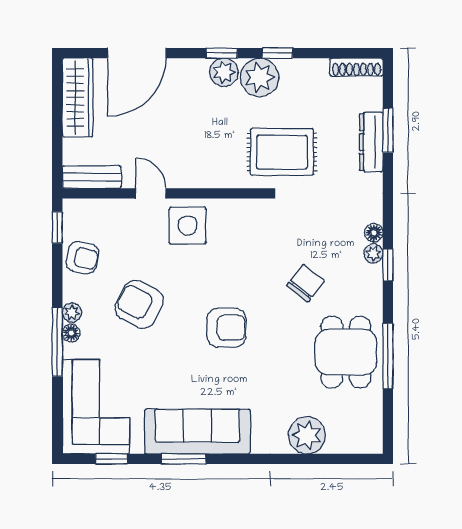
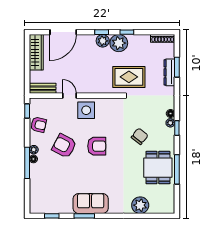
armchair: (226, 328) -> (97, 146), moved
corner sofa: (96, 407) -> (45, 192), removed
sofa: (197, 431) -> (91, 204), width x0.73

